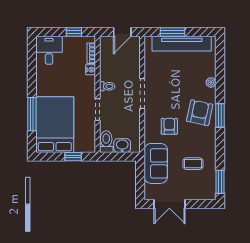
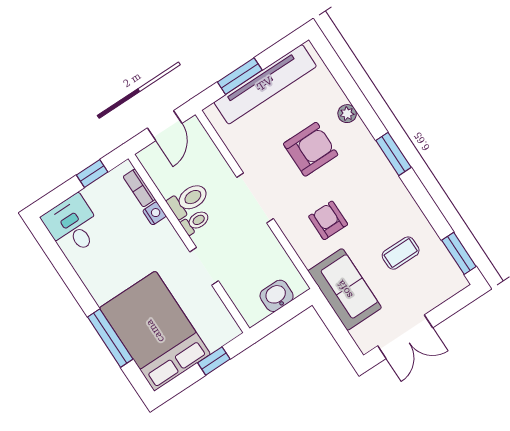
armchair: (200, 113) -> (311, 149), moved, turned 78
toilet: (106, 142) -> (188, 200), moved, turned 90

